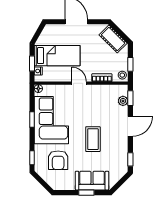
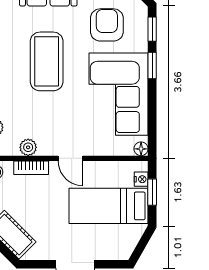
plant: (104, 89) -> (28, 147), added
window: (32, 120) -> (152, 65), moved
coffee table: (93, 139) -> (47, 61), width x1.36, depth x1.32

